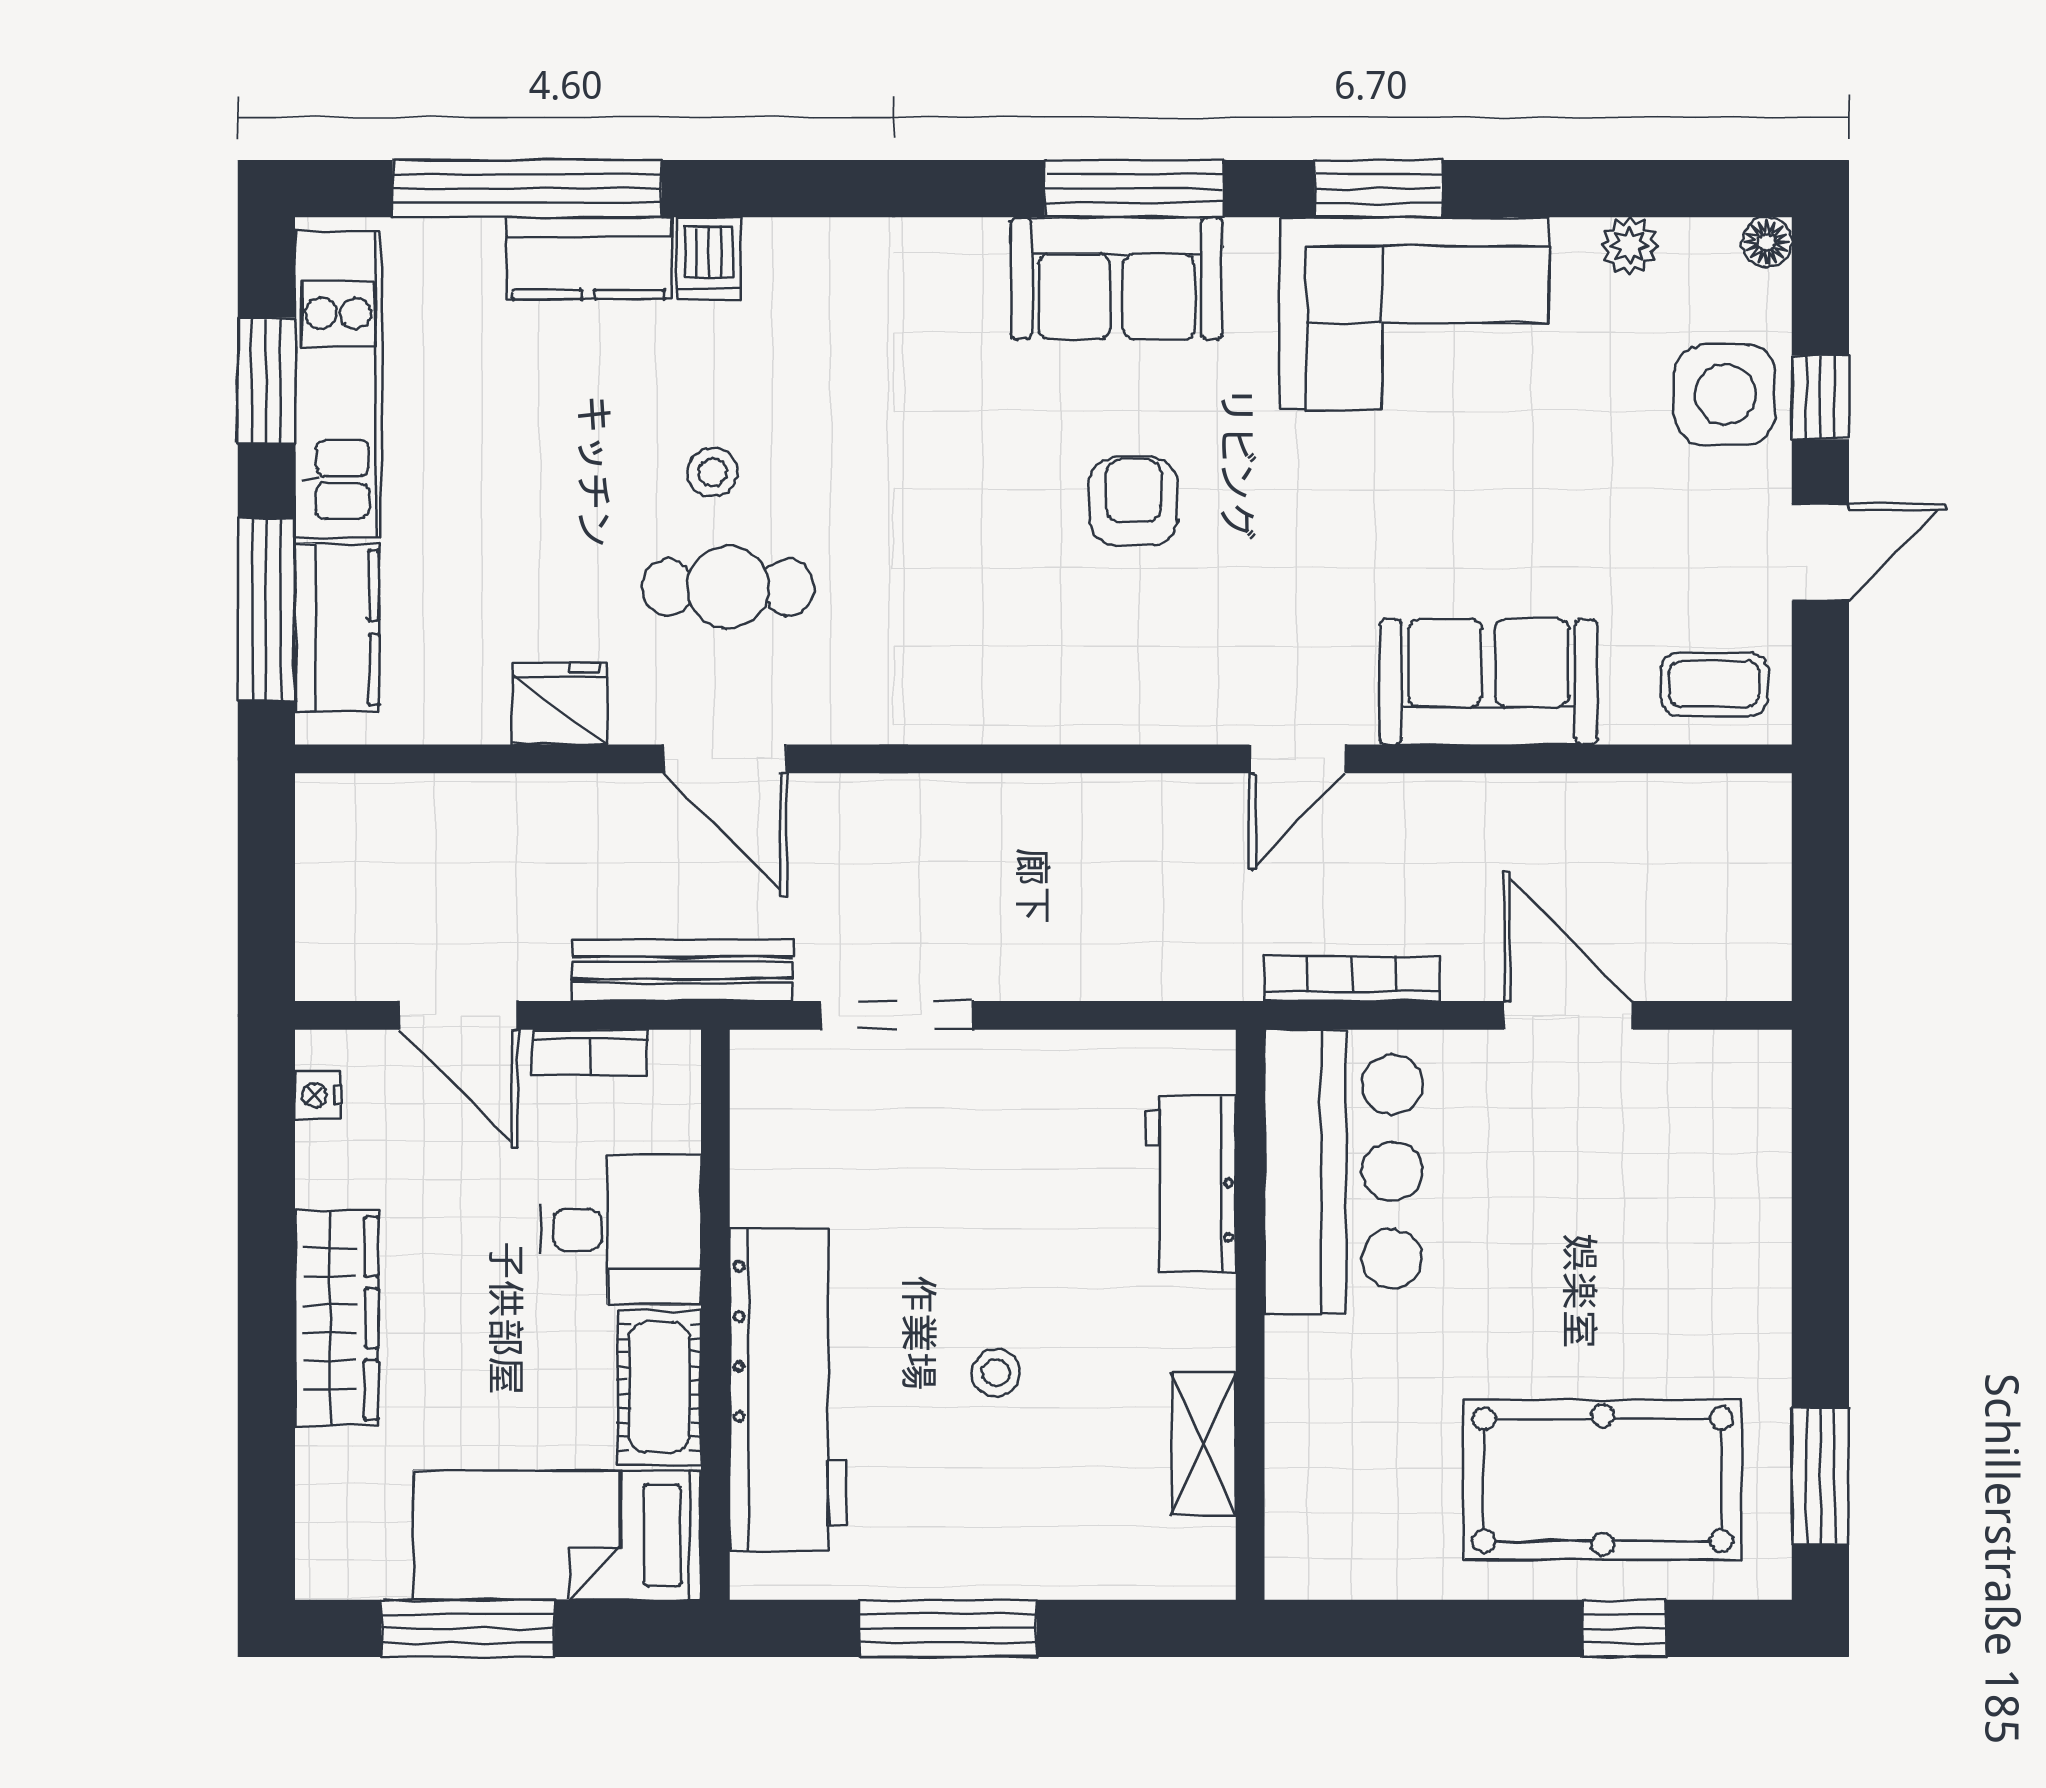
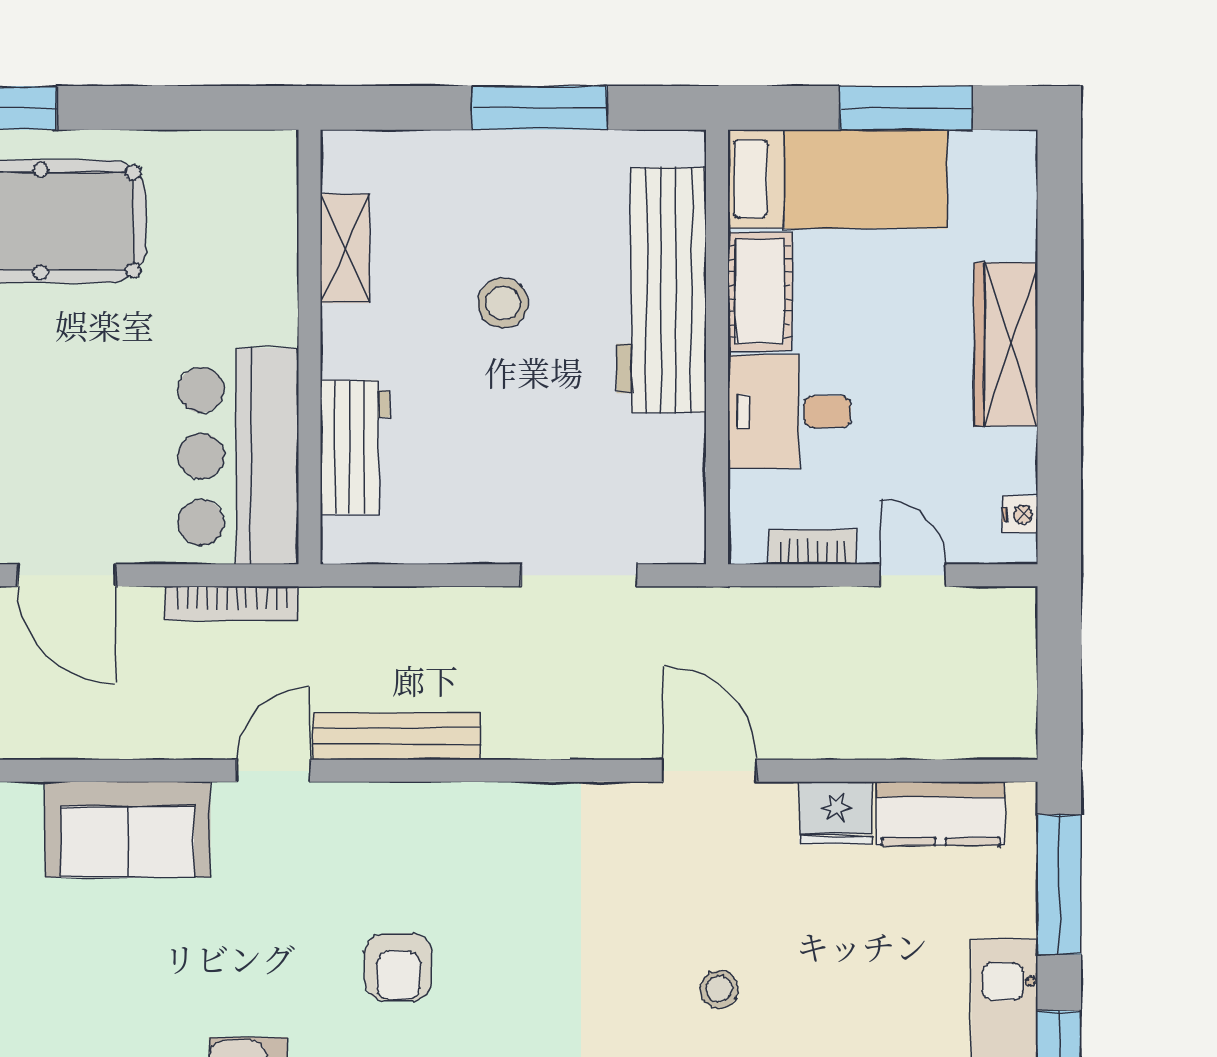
cafe table: (728, 587) -> (707, 902), removed
kitchen counter: (337, 628) -> (941, 814), moved, turned -90
bench: (683, 970) -> (397, 736), moved
door: (458, 1015) -> (913, 575), width x0.73
stool: (996, 1372) -> (503, 303), width x1.37, depth x1.37

